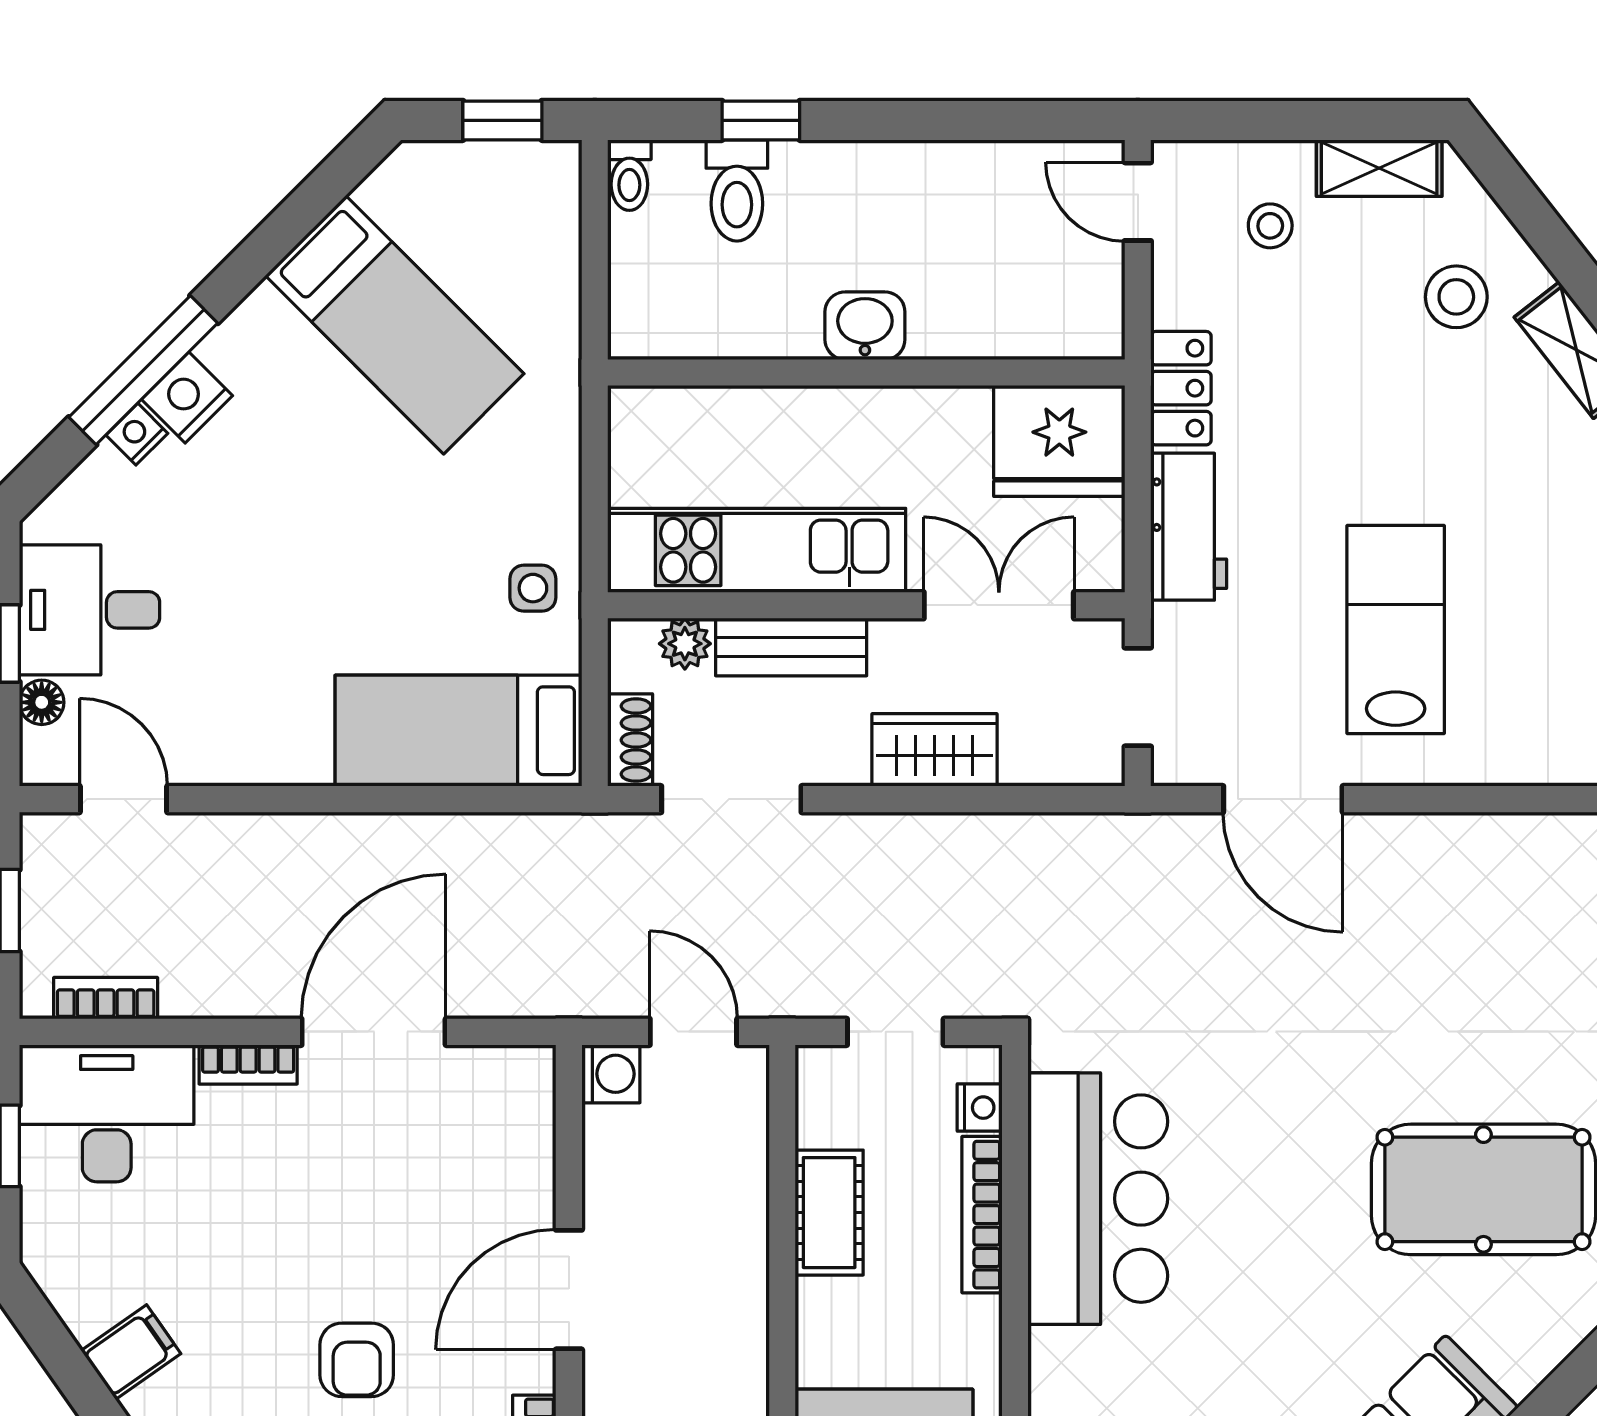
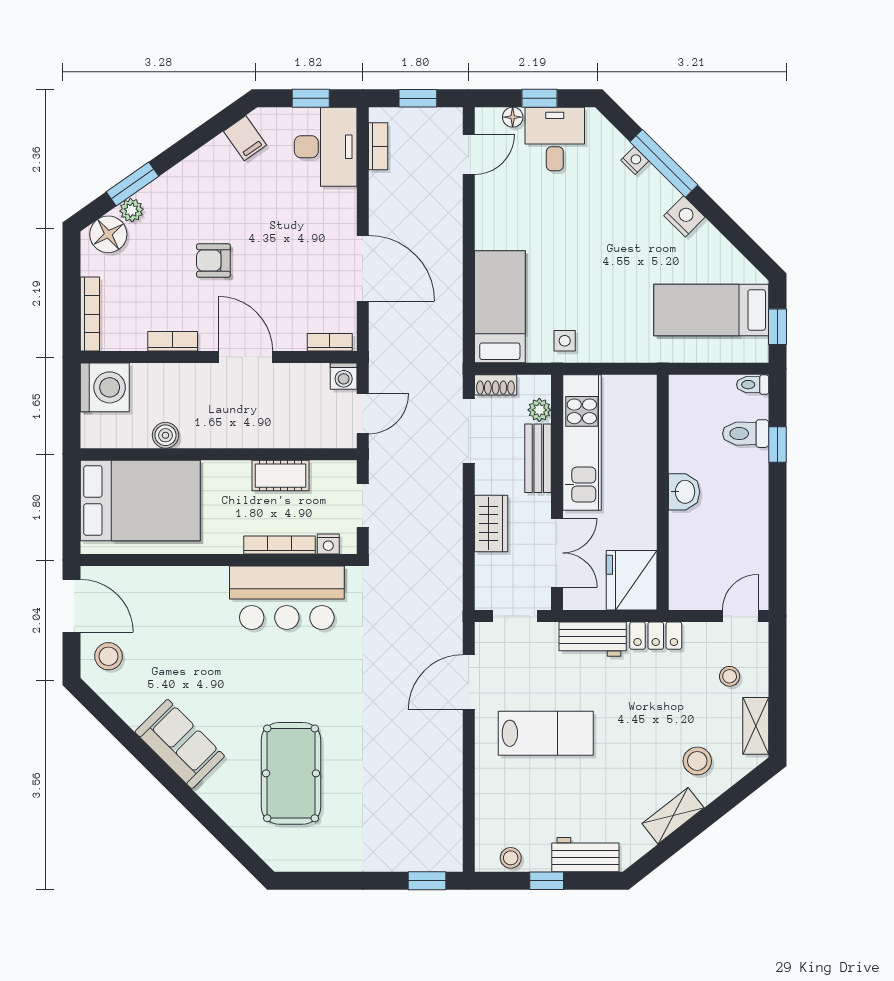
bed: (395, 325) -> (711, 310), moved, turned 45
nightstand: (187, 398) -> (684, 216), moved
bookcase: (248, 1064) -> (330, 342), moved, turned 90
filing cabinet: (131, 1352) -> (245, 138), moved

